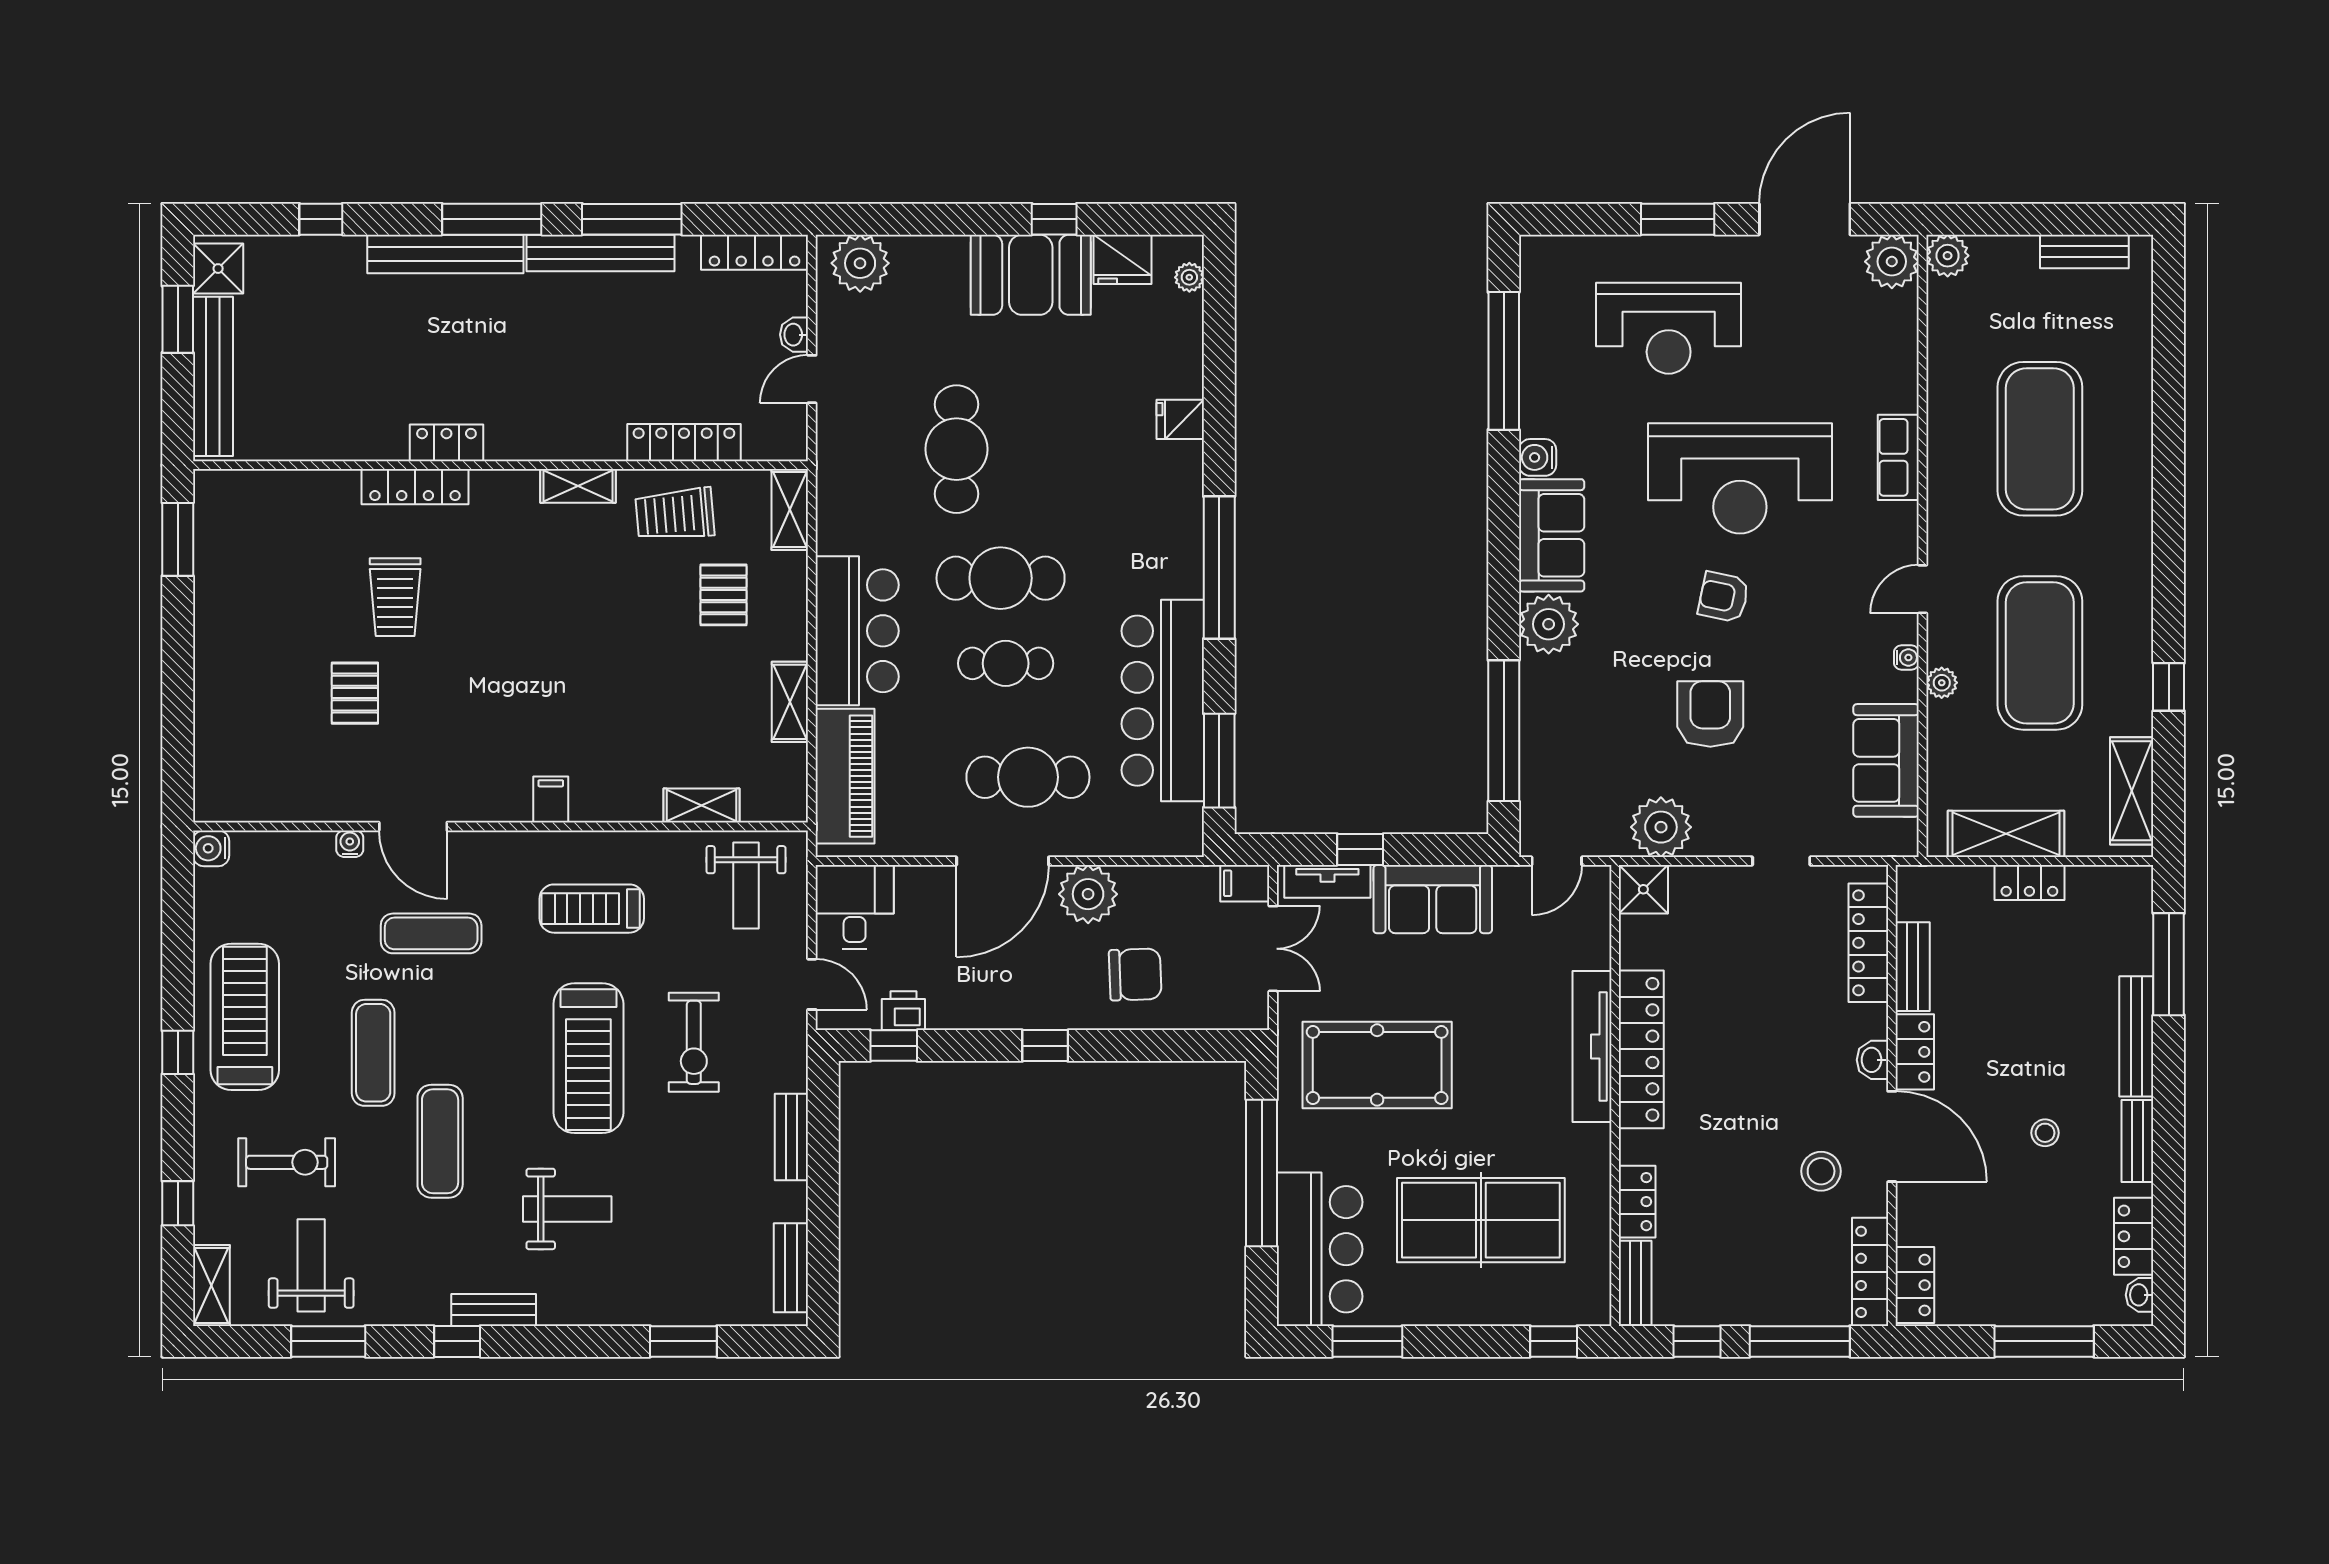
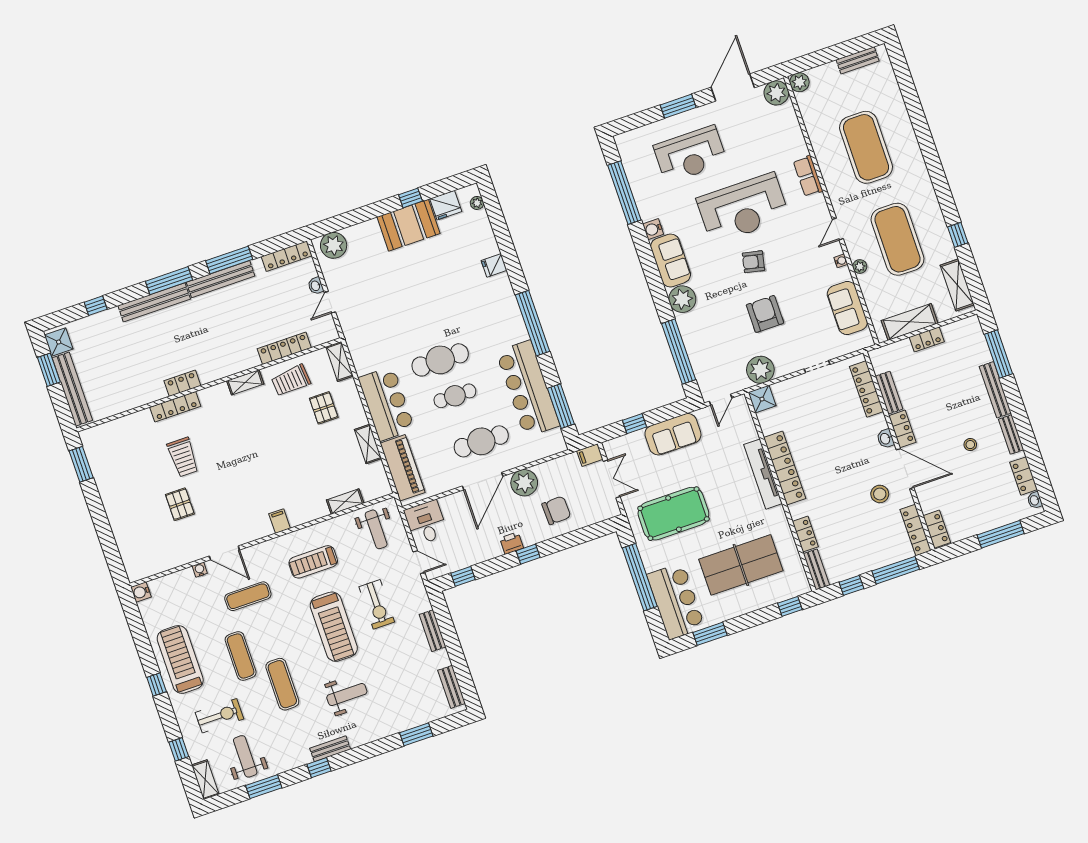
cafe table: (957, 449) -> (402, 311), removed
tv unit: (1327, 881) -> (625, 442), removed
printer: (903, 1011) -> (512, 543), moved

